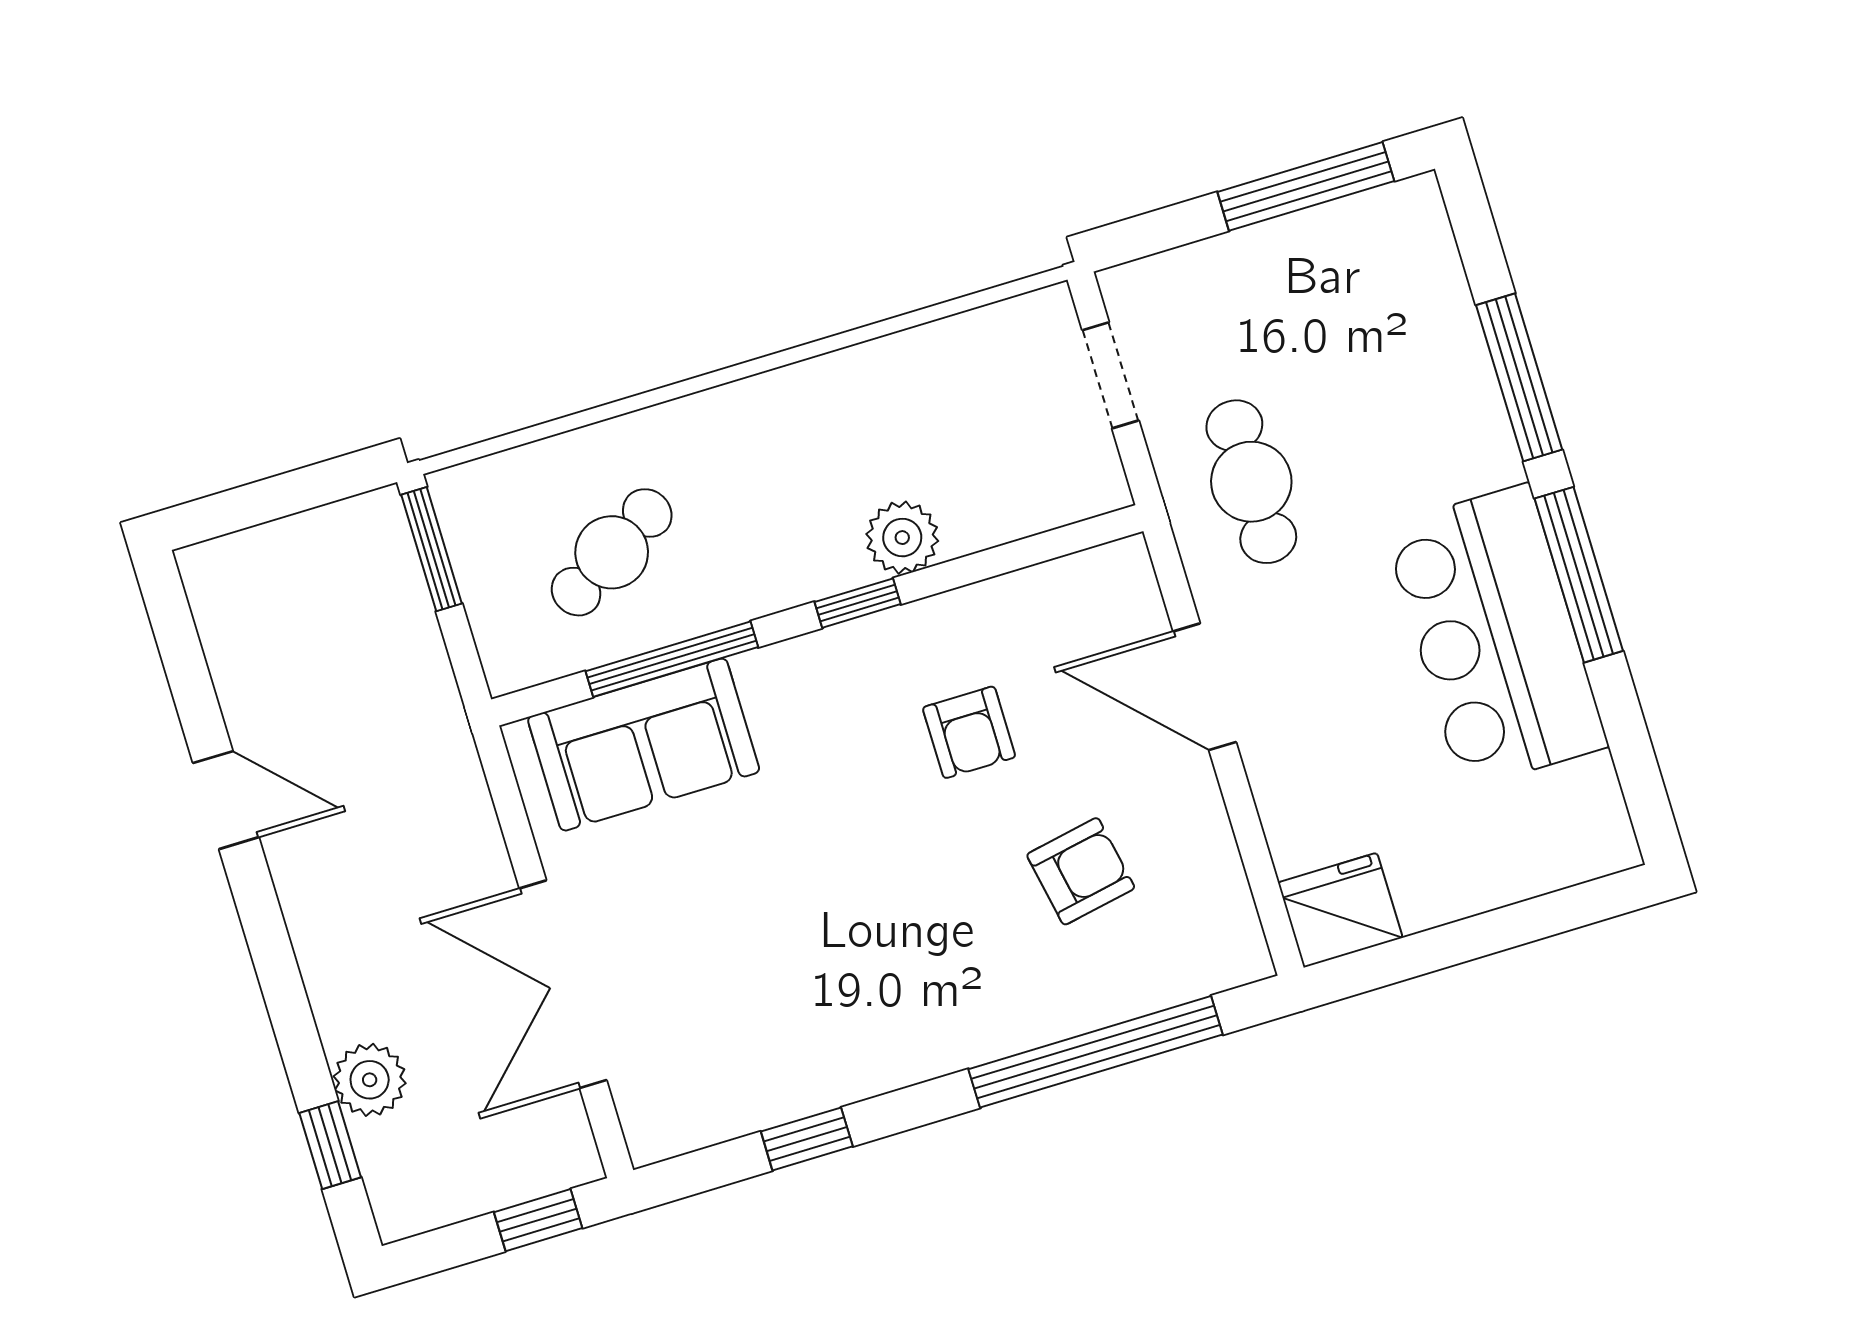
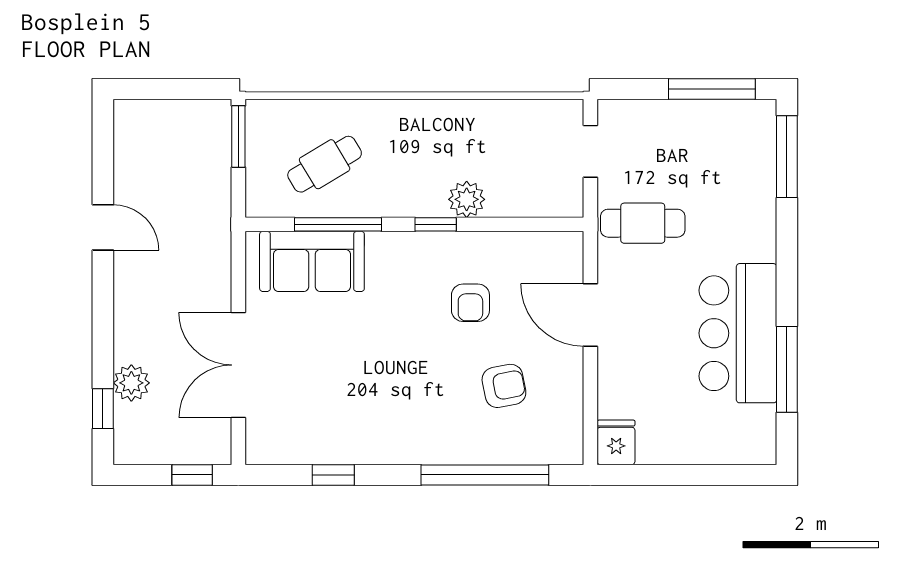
window: (1519, 377) -> (787, 157), moved
cafe table: (1251, 482) -> (643, 223), turned 90
window: (1579, 575) -> (787, 369), moved
fridge: (1340, 910) -> (616, 442), width x0.72

